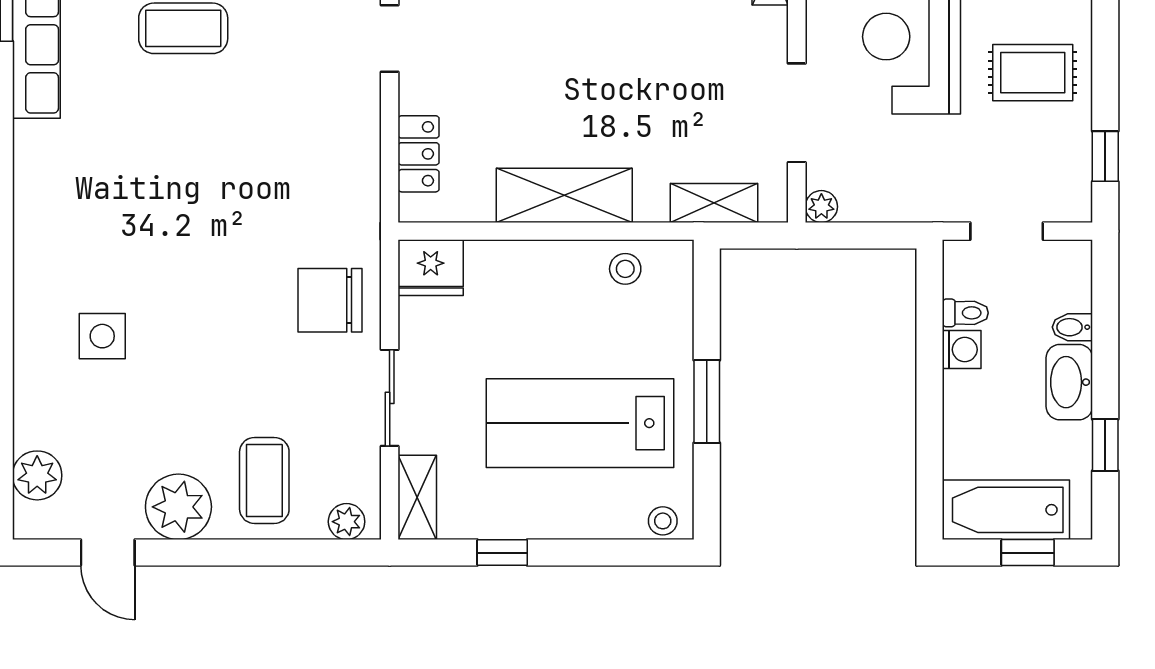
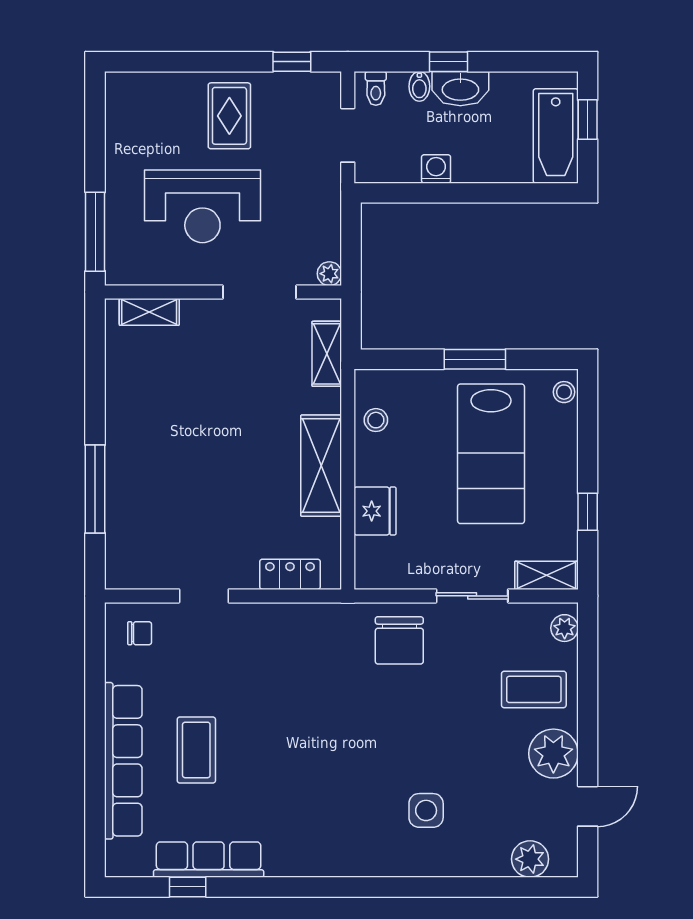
fridge: (431, 268) -> (375, 511), moved
toilet: (965, 313) -> (376, 88), moved, turned 180
window: (1105, 445) -> (448, 62), moved

